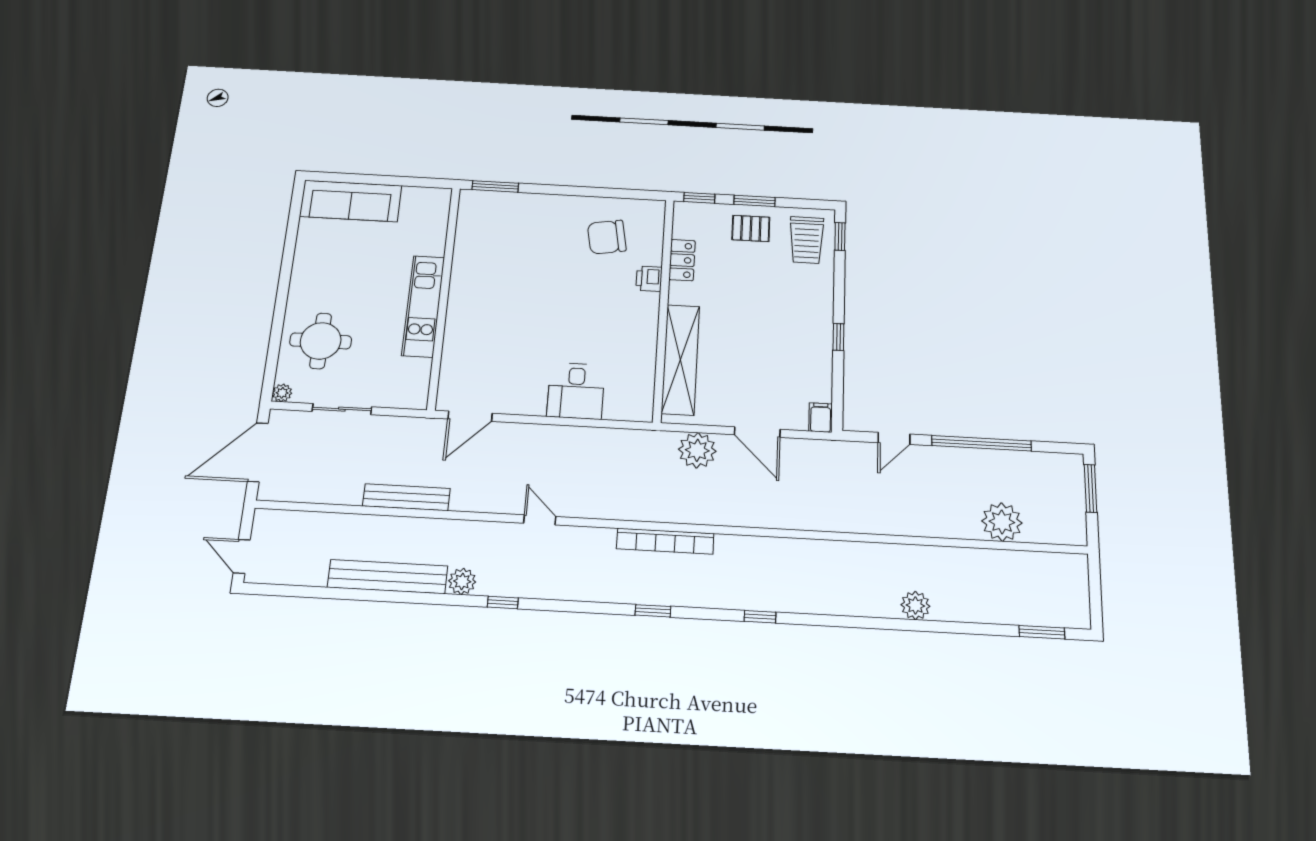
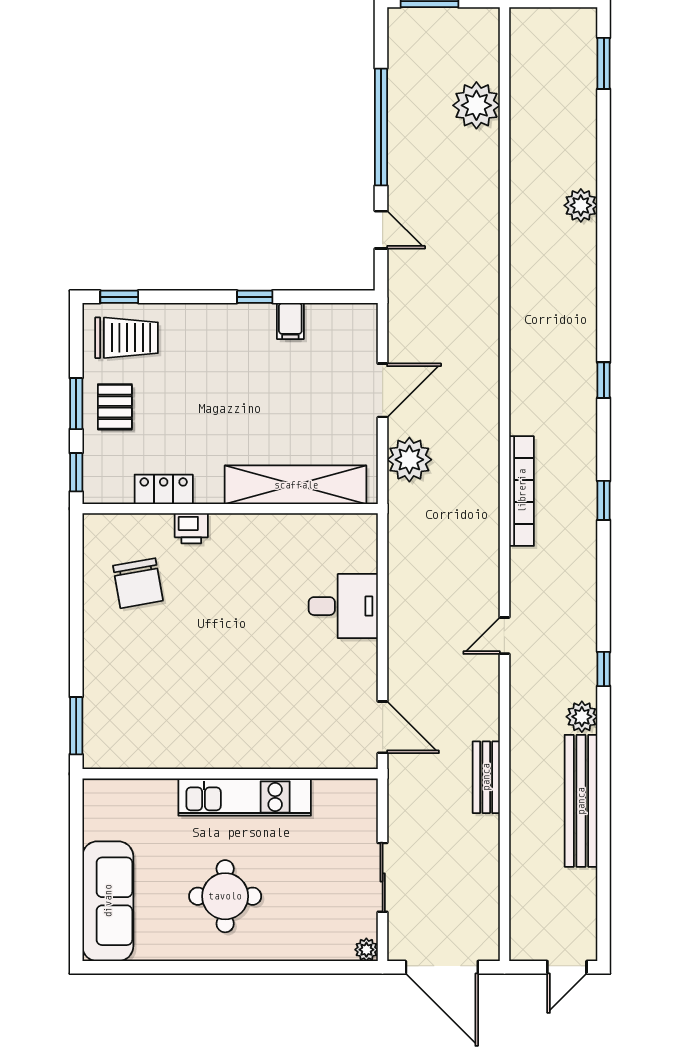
round table: (321, 341) -> (225, 896), moved
filing cabinet: (821, 418) -> (290, 321), moved, turned -90
bench: (406, 497) -> (486, 777), width x0.73

